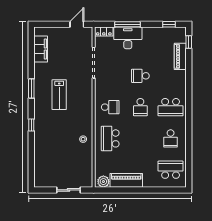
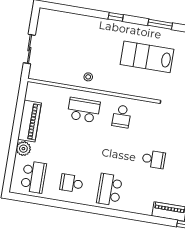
school desk: (140, 76) -> (154, 159), turned 90
lab bench: (59, 95) -> (147, 57), width x1.36, depth x1.39
school desk: (140, 107) -> (116, 153), removed
plant: (103, 182) -> (23, 149), moved

